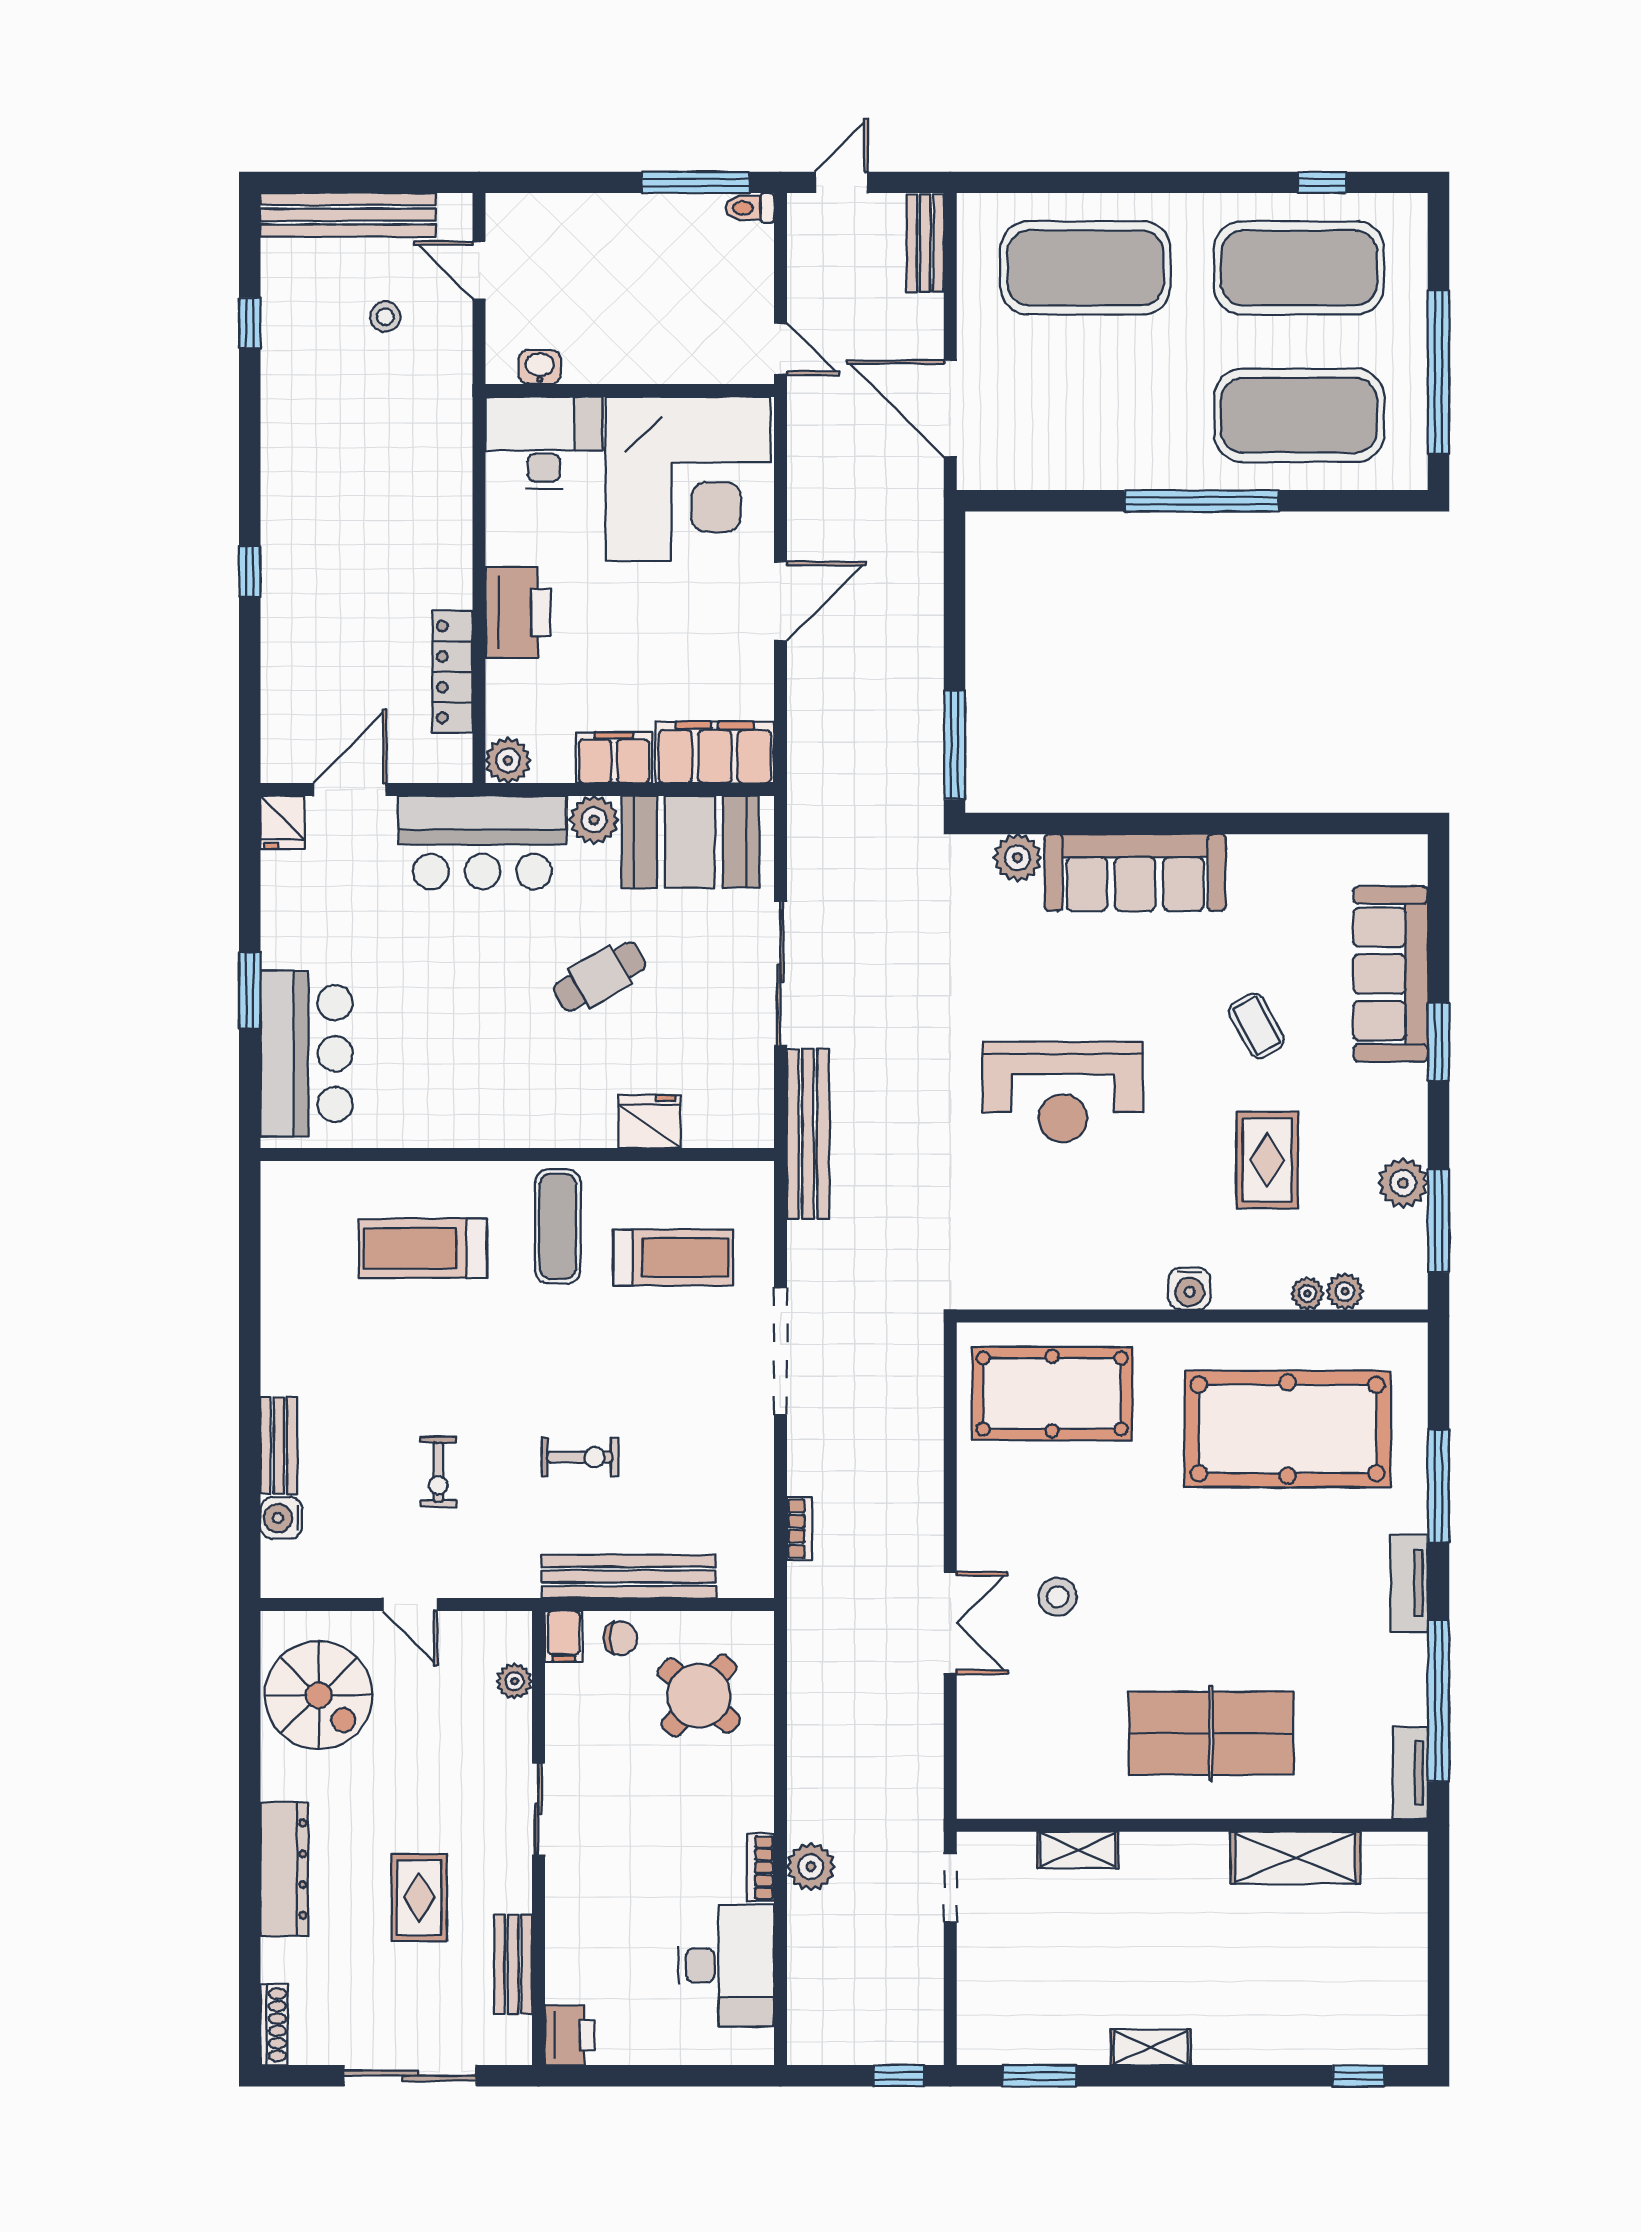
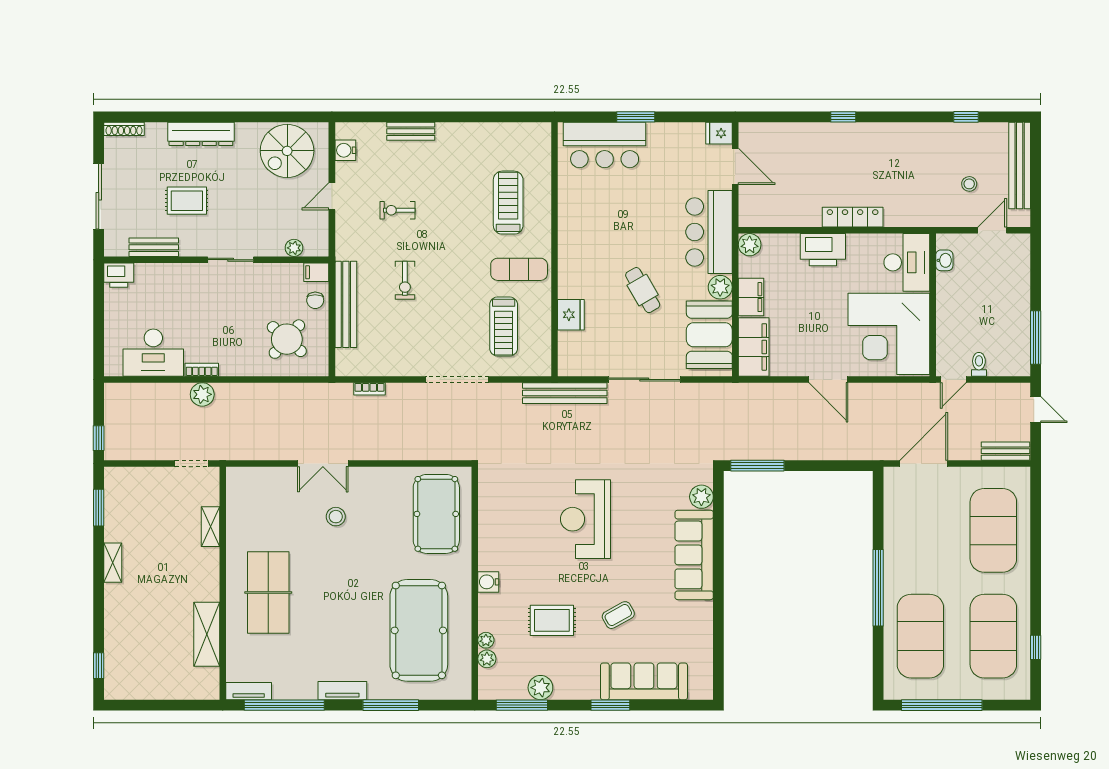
toilet: (750, 208) -> (979, 364), moved
locker: (452, 672) -> (853, 217), moved
water cooler: (281, 1518) -> (345, 150), moved, turned -90

